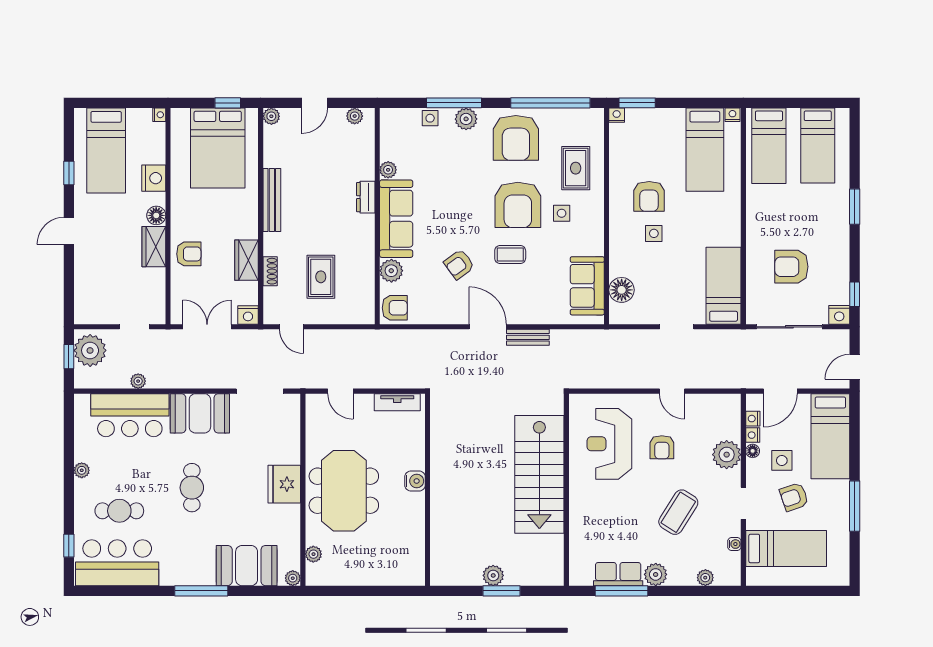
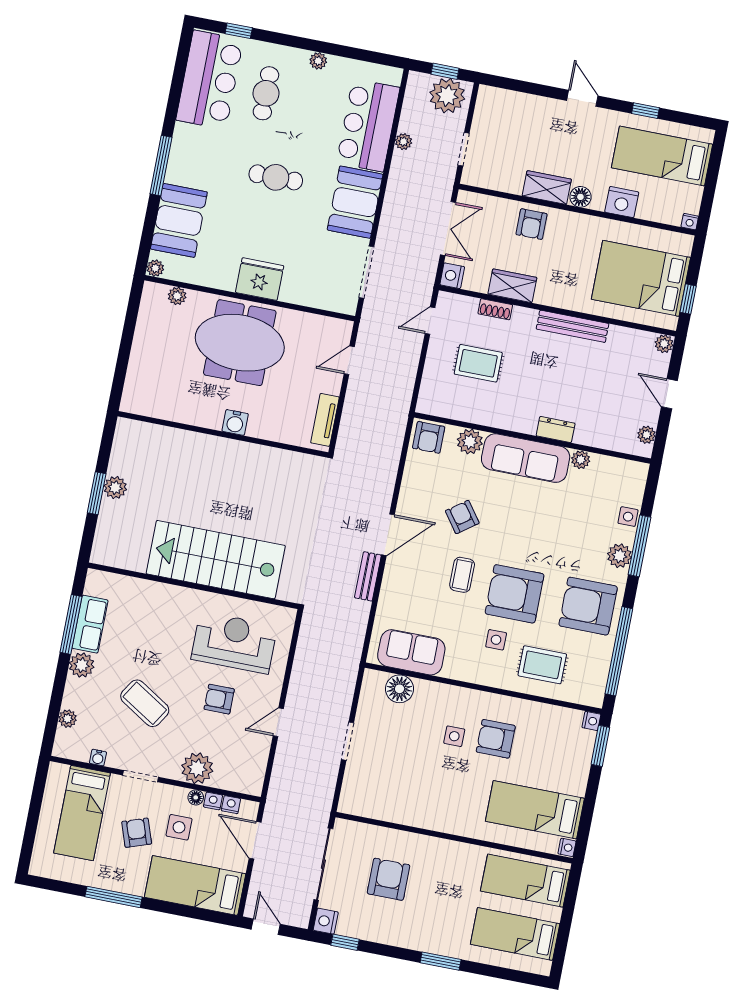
bed: (724, 286) -> (382, 801), removed

